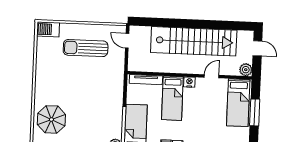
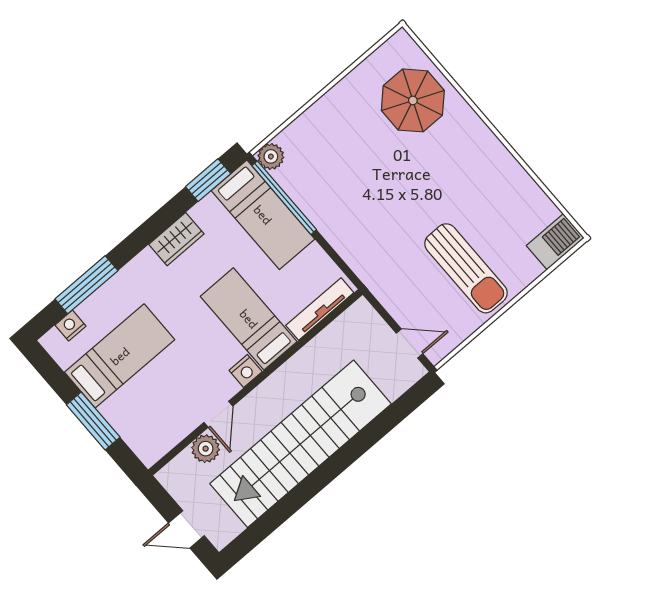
sun lounger: (86, 48) -> (466, 268), turned 90
plant: (246, 70) -> (206, 449), moved
bed: (238, 103) -> (120, 356), moved, turned 90

